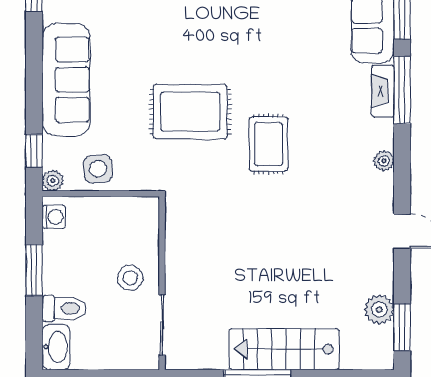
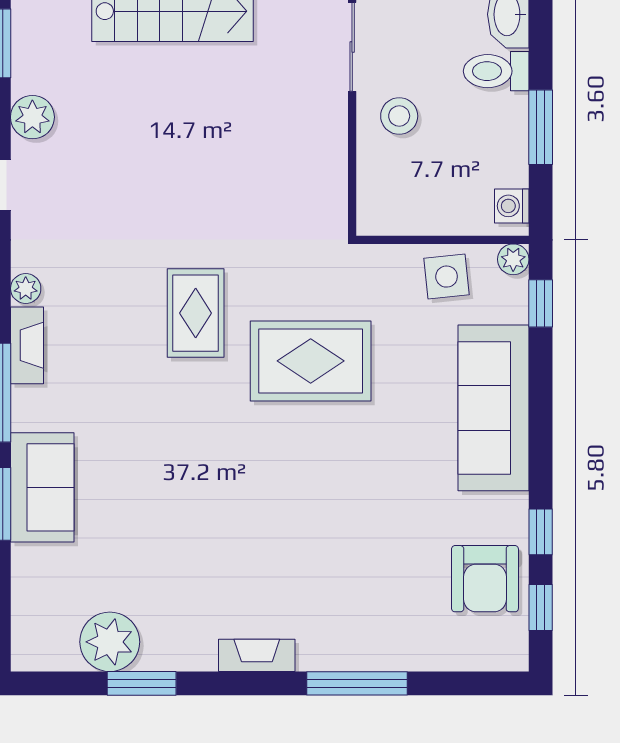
fireplace: (383, 91) -> (27, 345), moved
plant: (379, 309) -> (32, 117), moved

